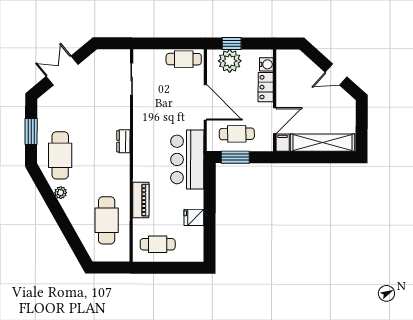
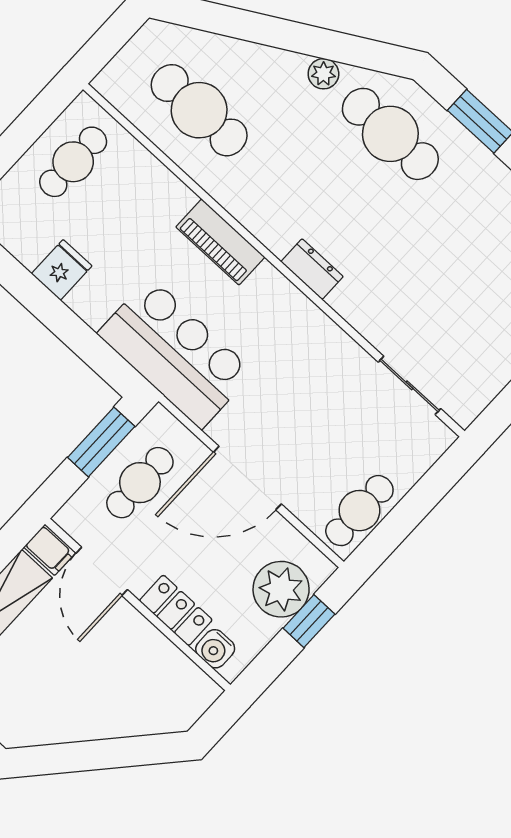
door: (336, 74) -> (84, 756), removed
piano: (141, 200) -> (220, 242), moved

